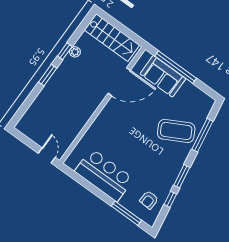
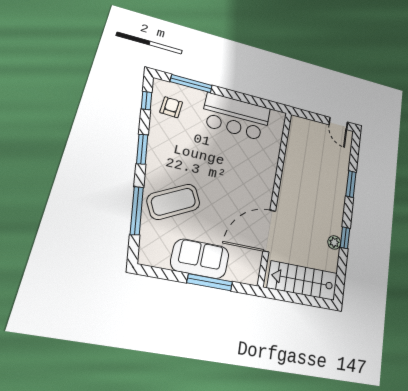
window: (176, 67) -> (210, 282), width x0.68
window: (48, 75) -> (351, 184), moved
sofa: (163, 76) -> (200, 259), moved
door: (47, 155) -> (338, 123), moved
window: (170, 199) -> (146, 101), moved

